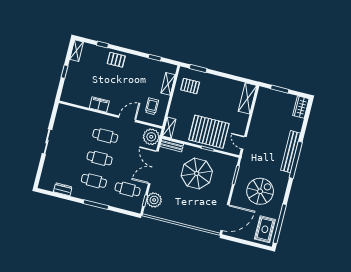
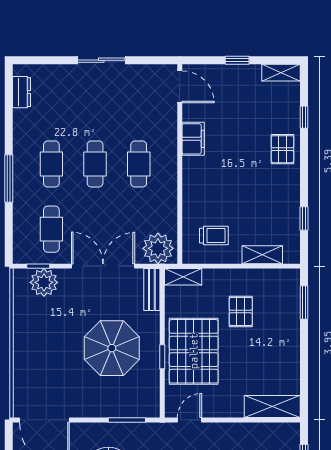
pallet: (190, 86) -> (241, 312), moved
door: (127, 119) -> (180, 87), moved
dresser: (63, 189) -> (22, 92), moved

